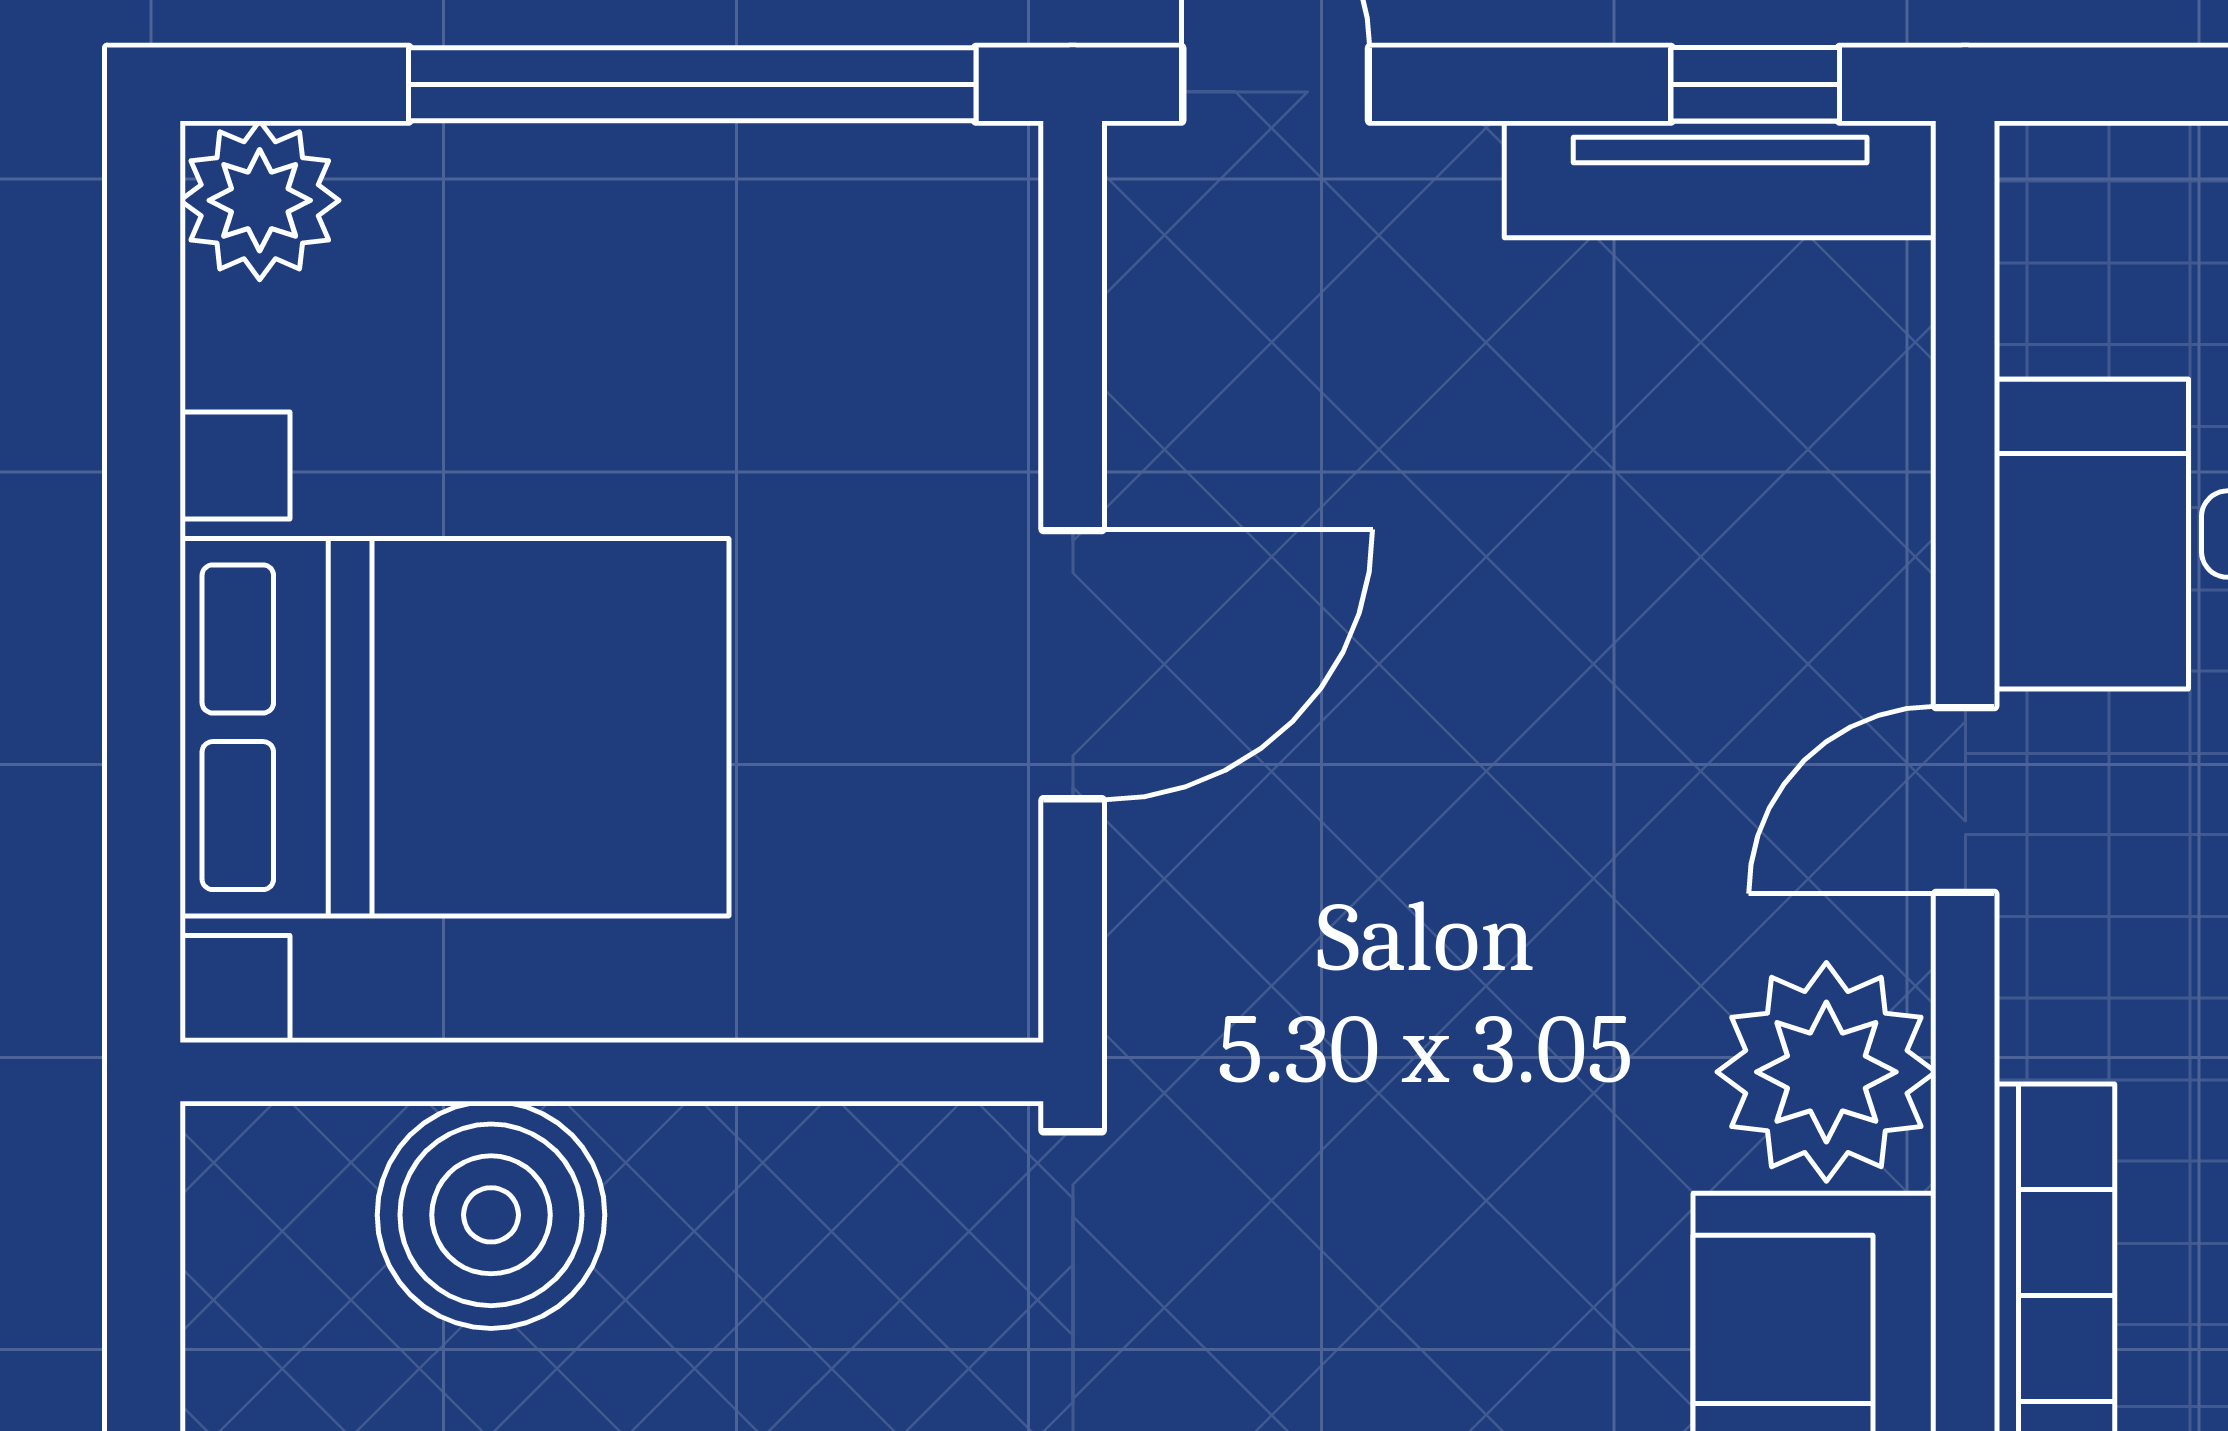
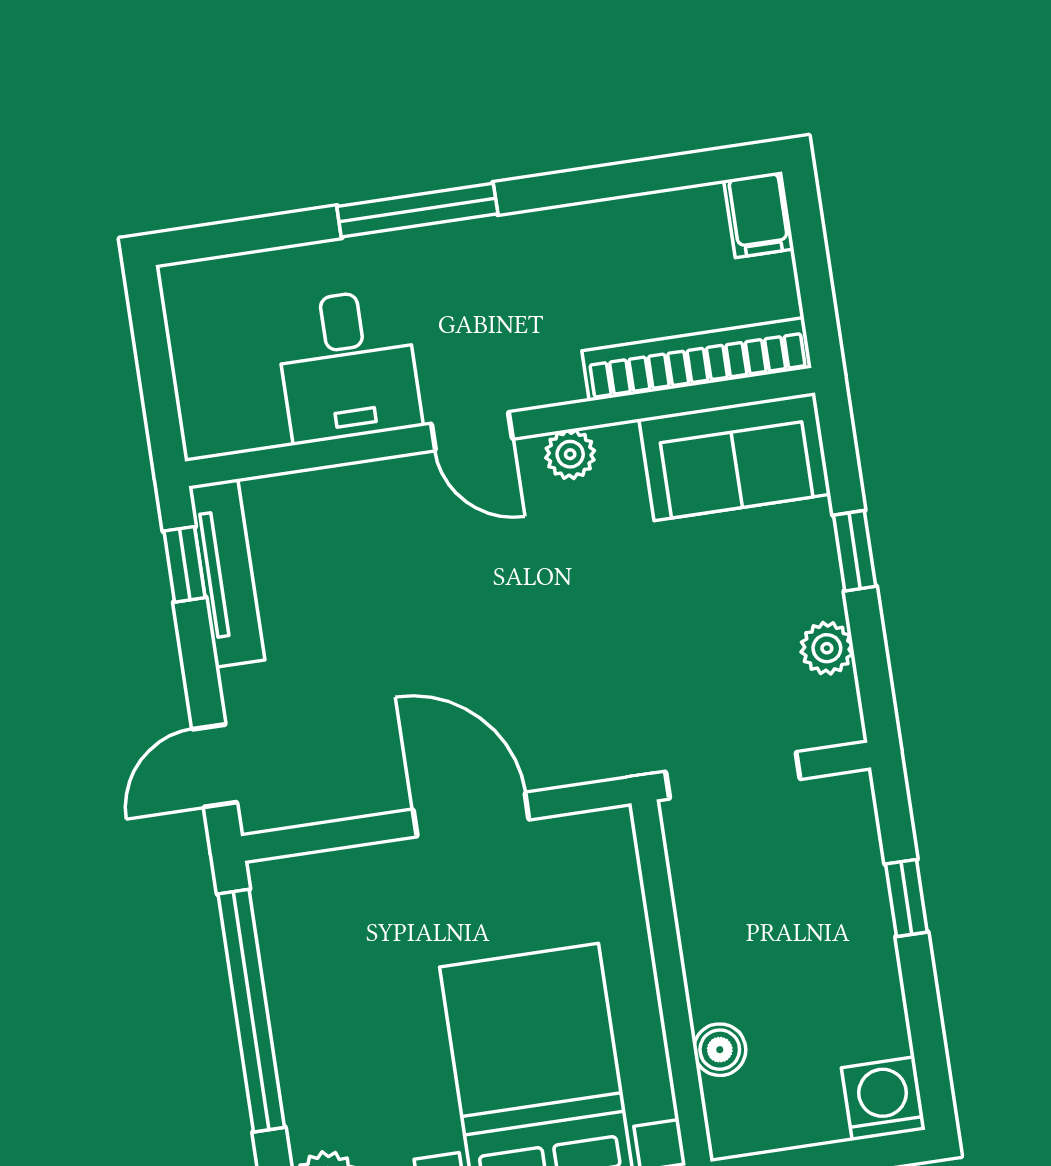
plant: (1826, 1072) -> (570, 454), width x0.53, depth x0.53
boiler: (491, 1215) -> (720, 1050), width x0.54, depth x0.54

